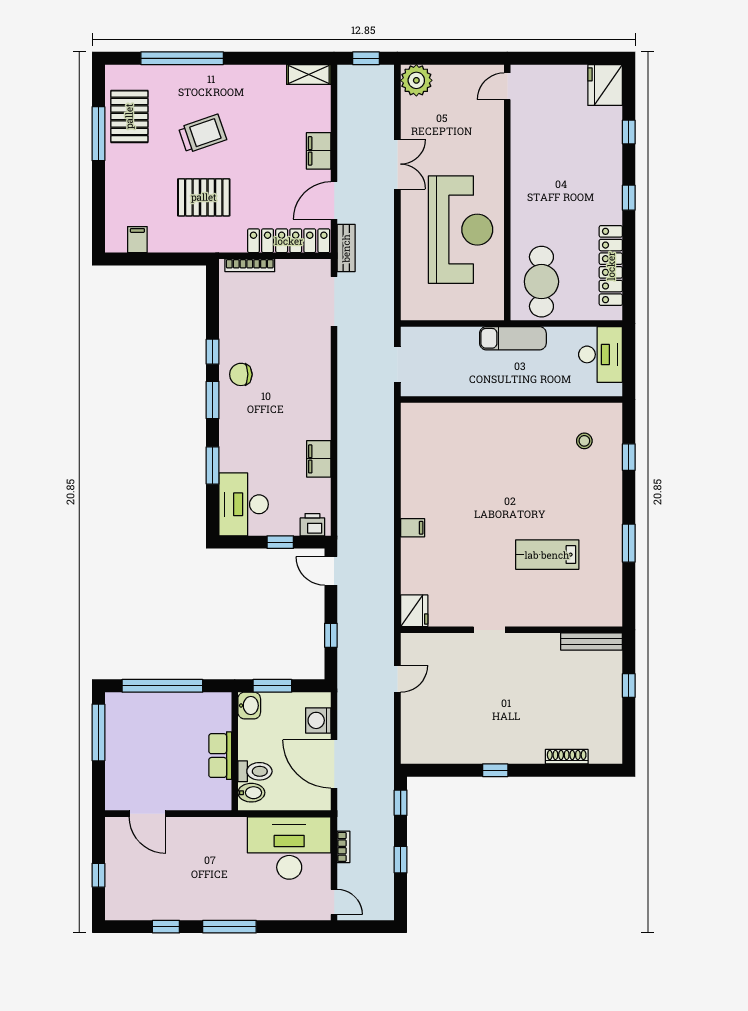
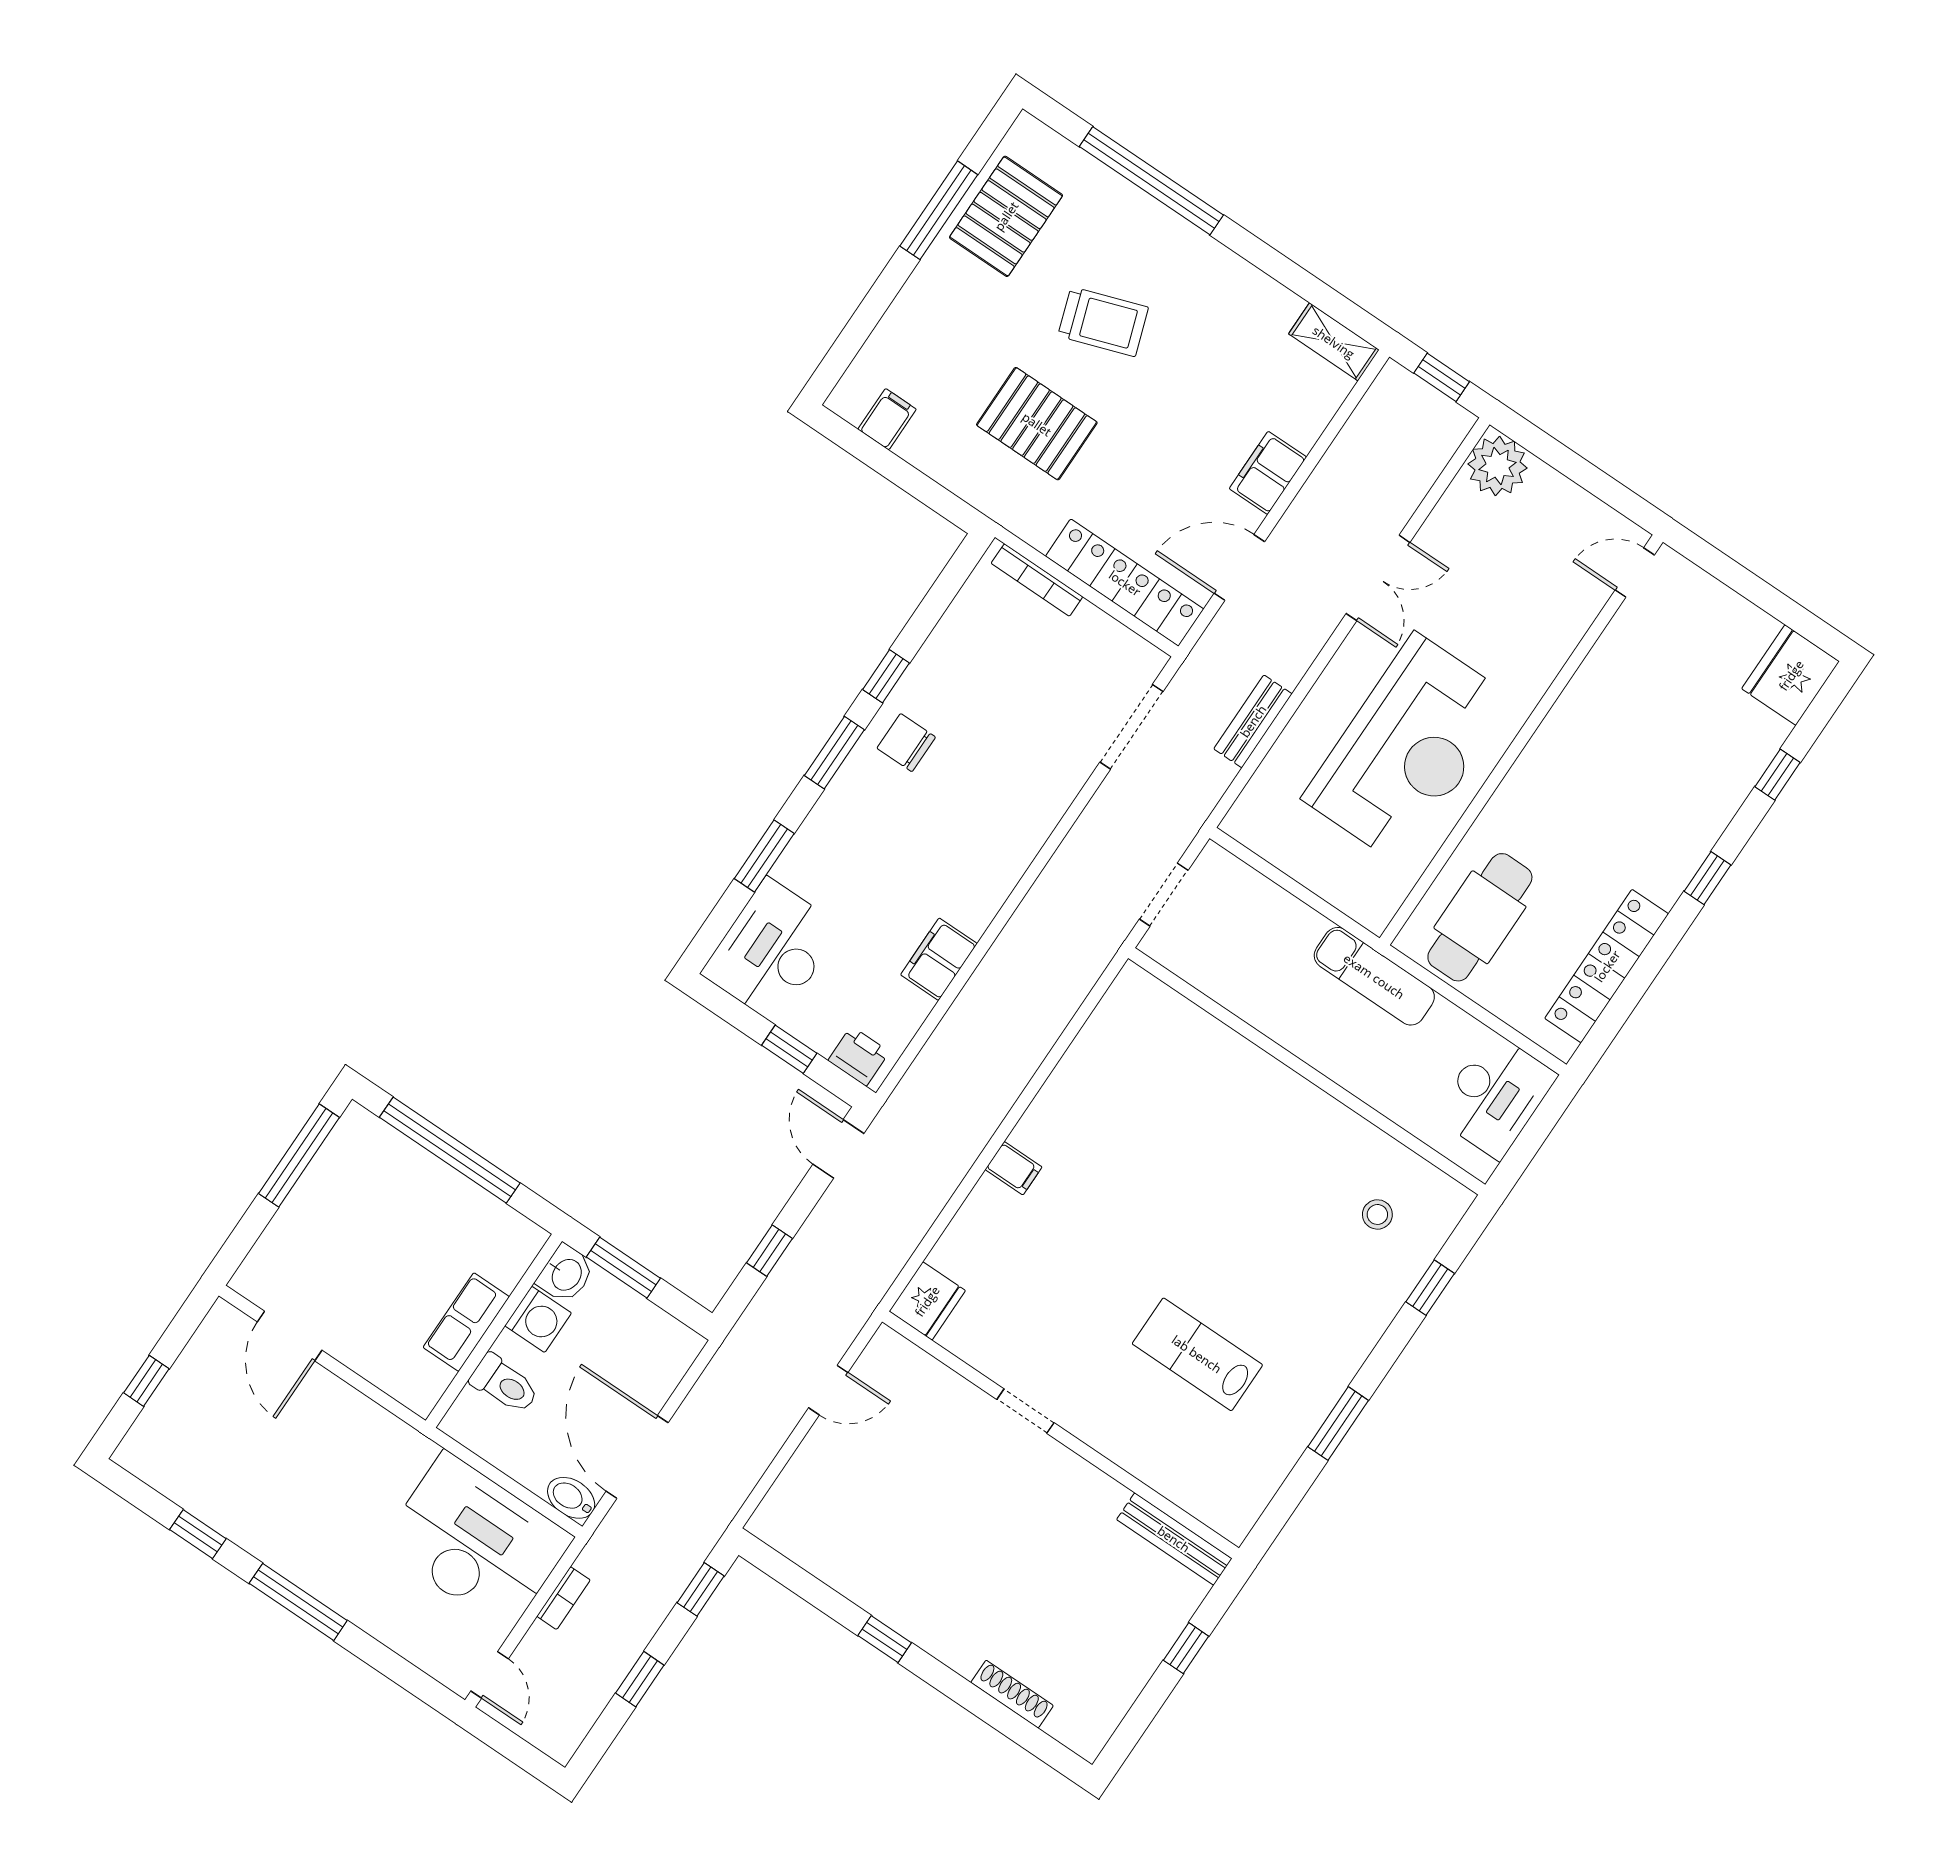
bench: (346, 248) -> (1253, 721), moved
washing machine: (318, 720) -> (538, 1319), moved, turned 180
bidet: (251, 793) -> (571, 1498), moved, turned 180

